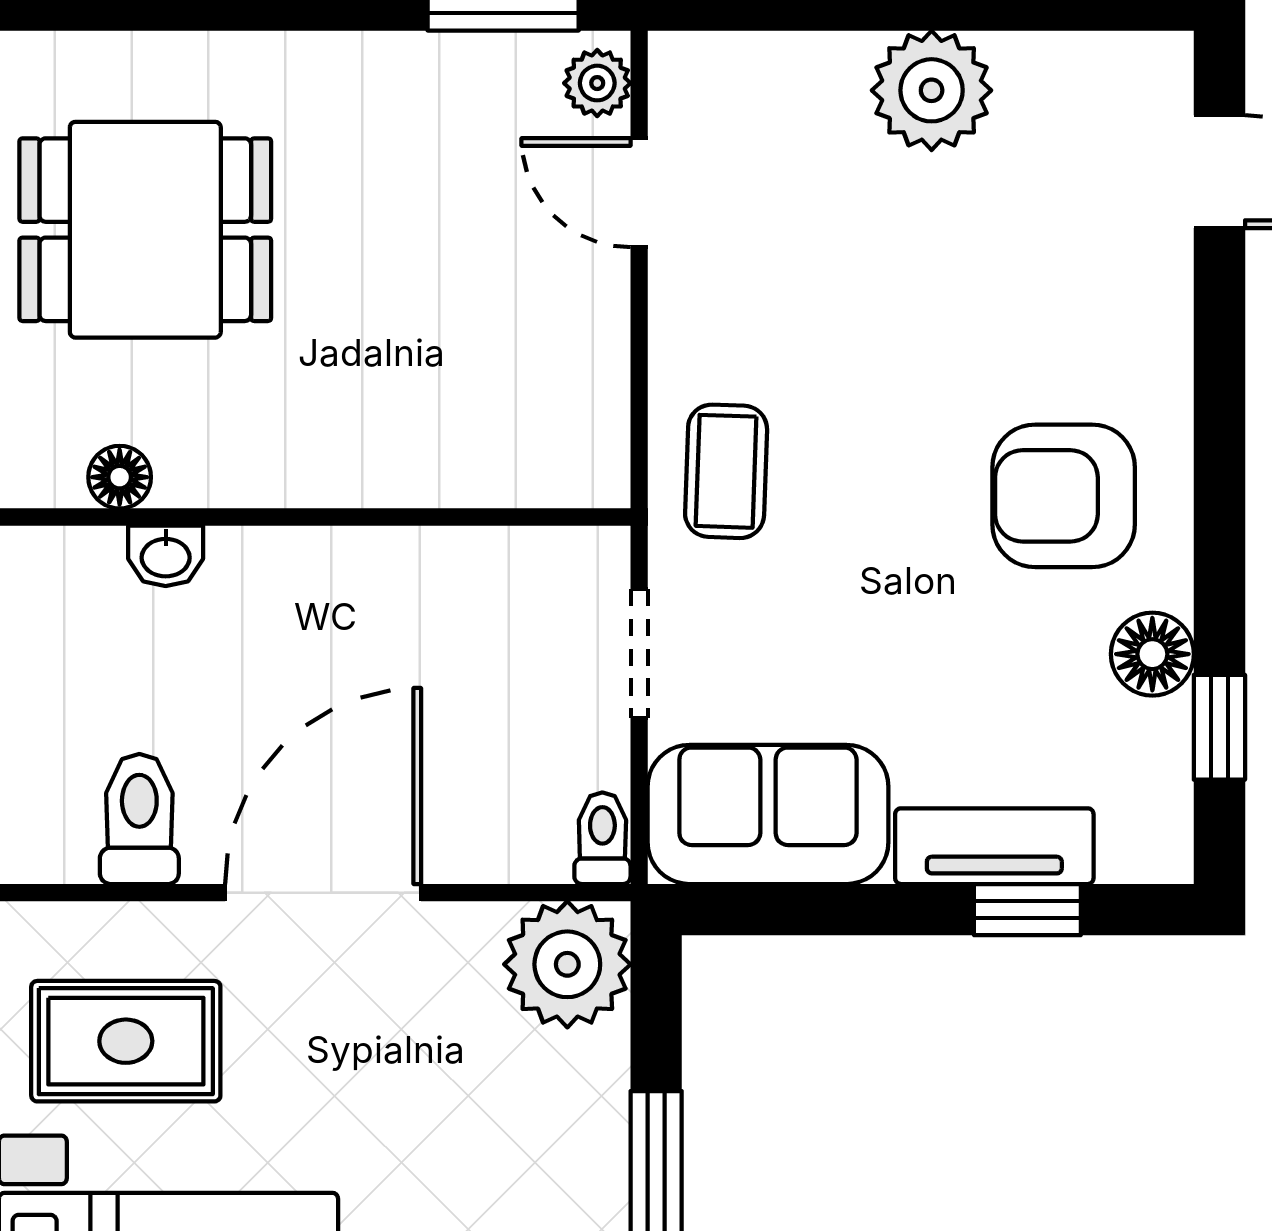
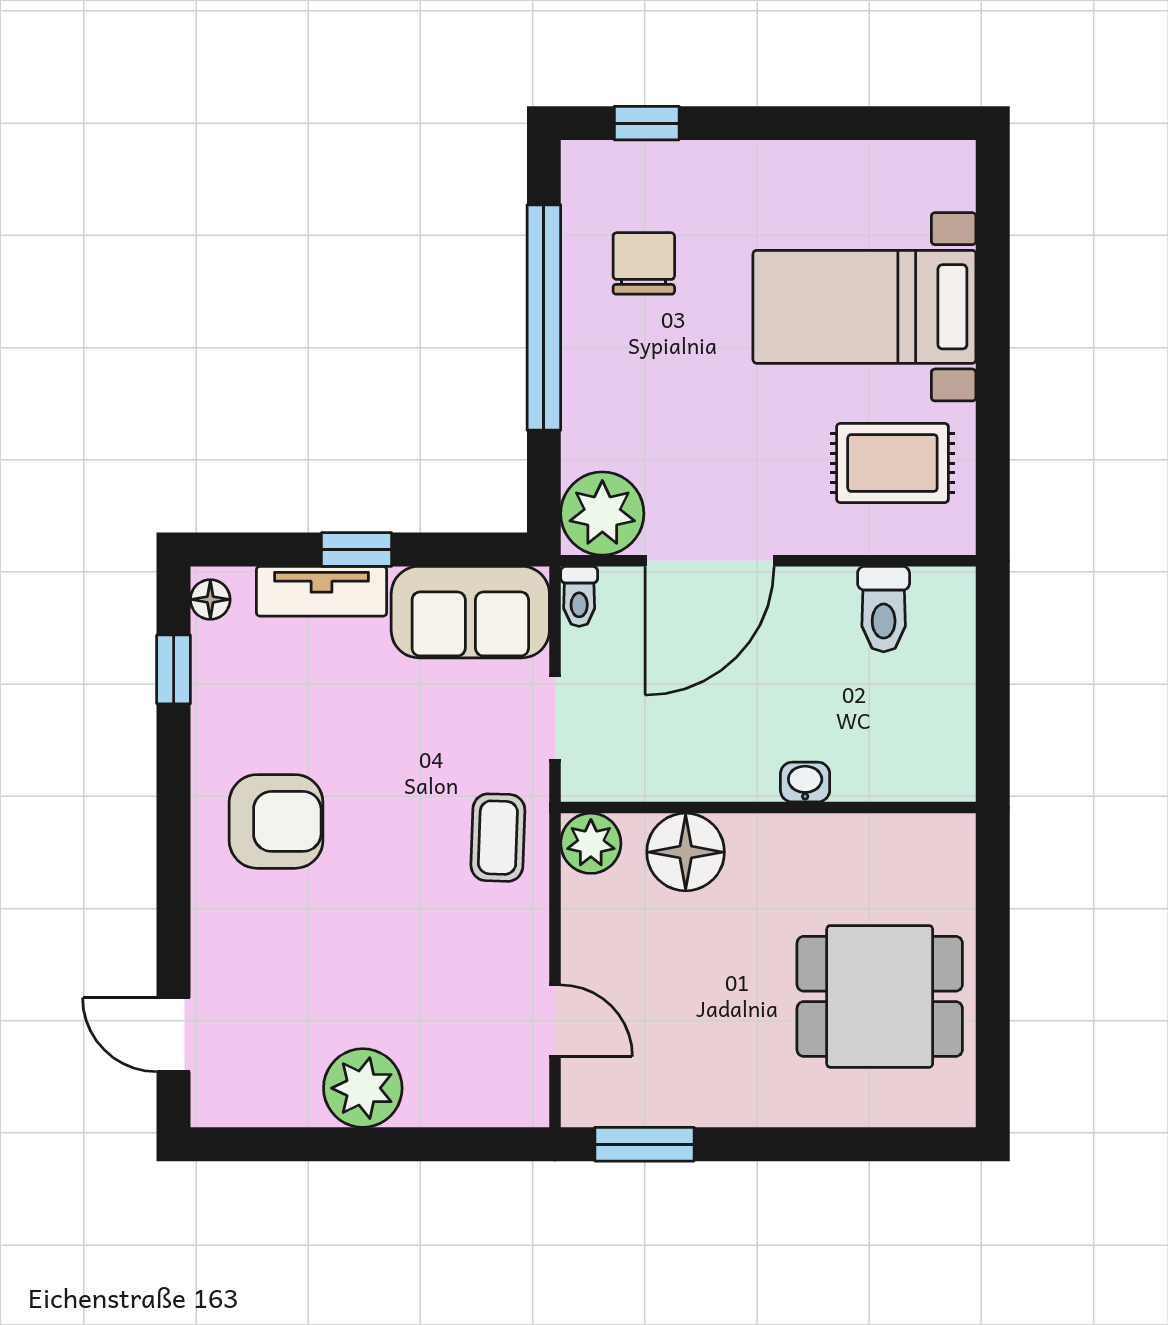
plant: (597, 83) -> (591, 843), moved, width x1.38, depth x1.38
floor lamp: (120, 477) -> (686, 852), moved, width x1.89, depth x1.89
washbasin: (166, 556) -> (805, 782), moved
floor lamp: (1152, 654) -> (210, 599), moved, width x0.73, depth x0.73
door: (323, 893) -> (710, 561), moved
window: (1027, 910) -> (357, 549), moved

